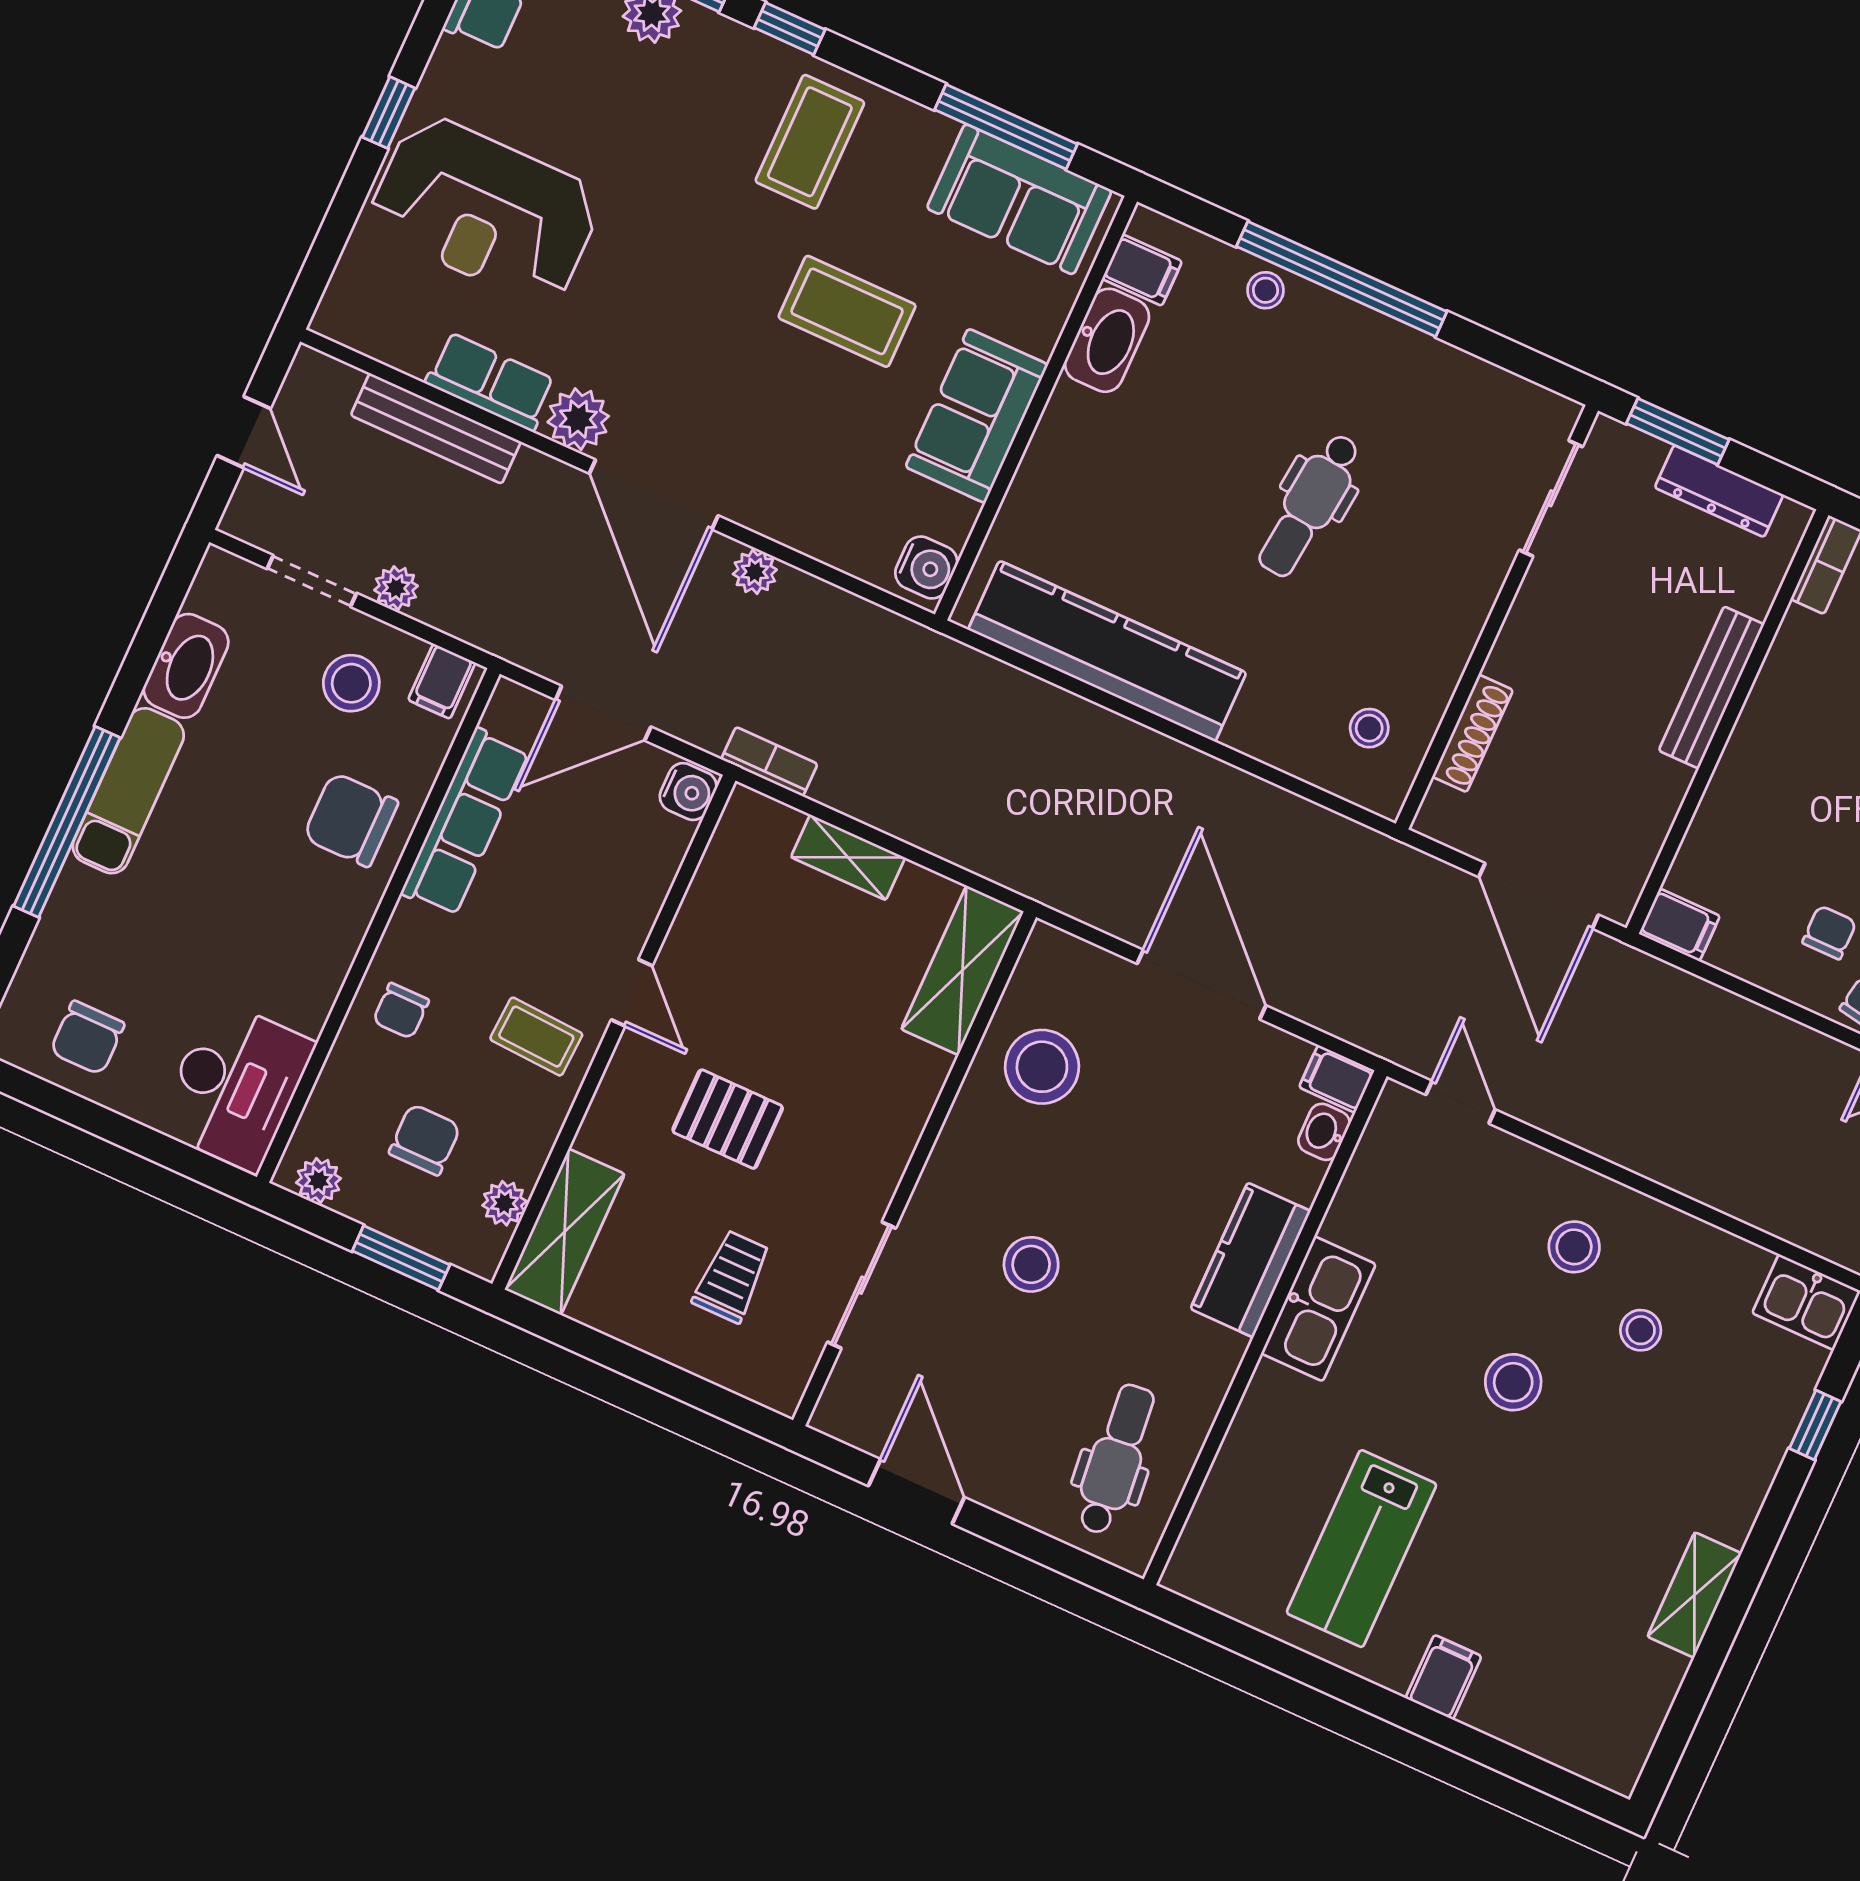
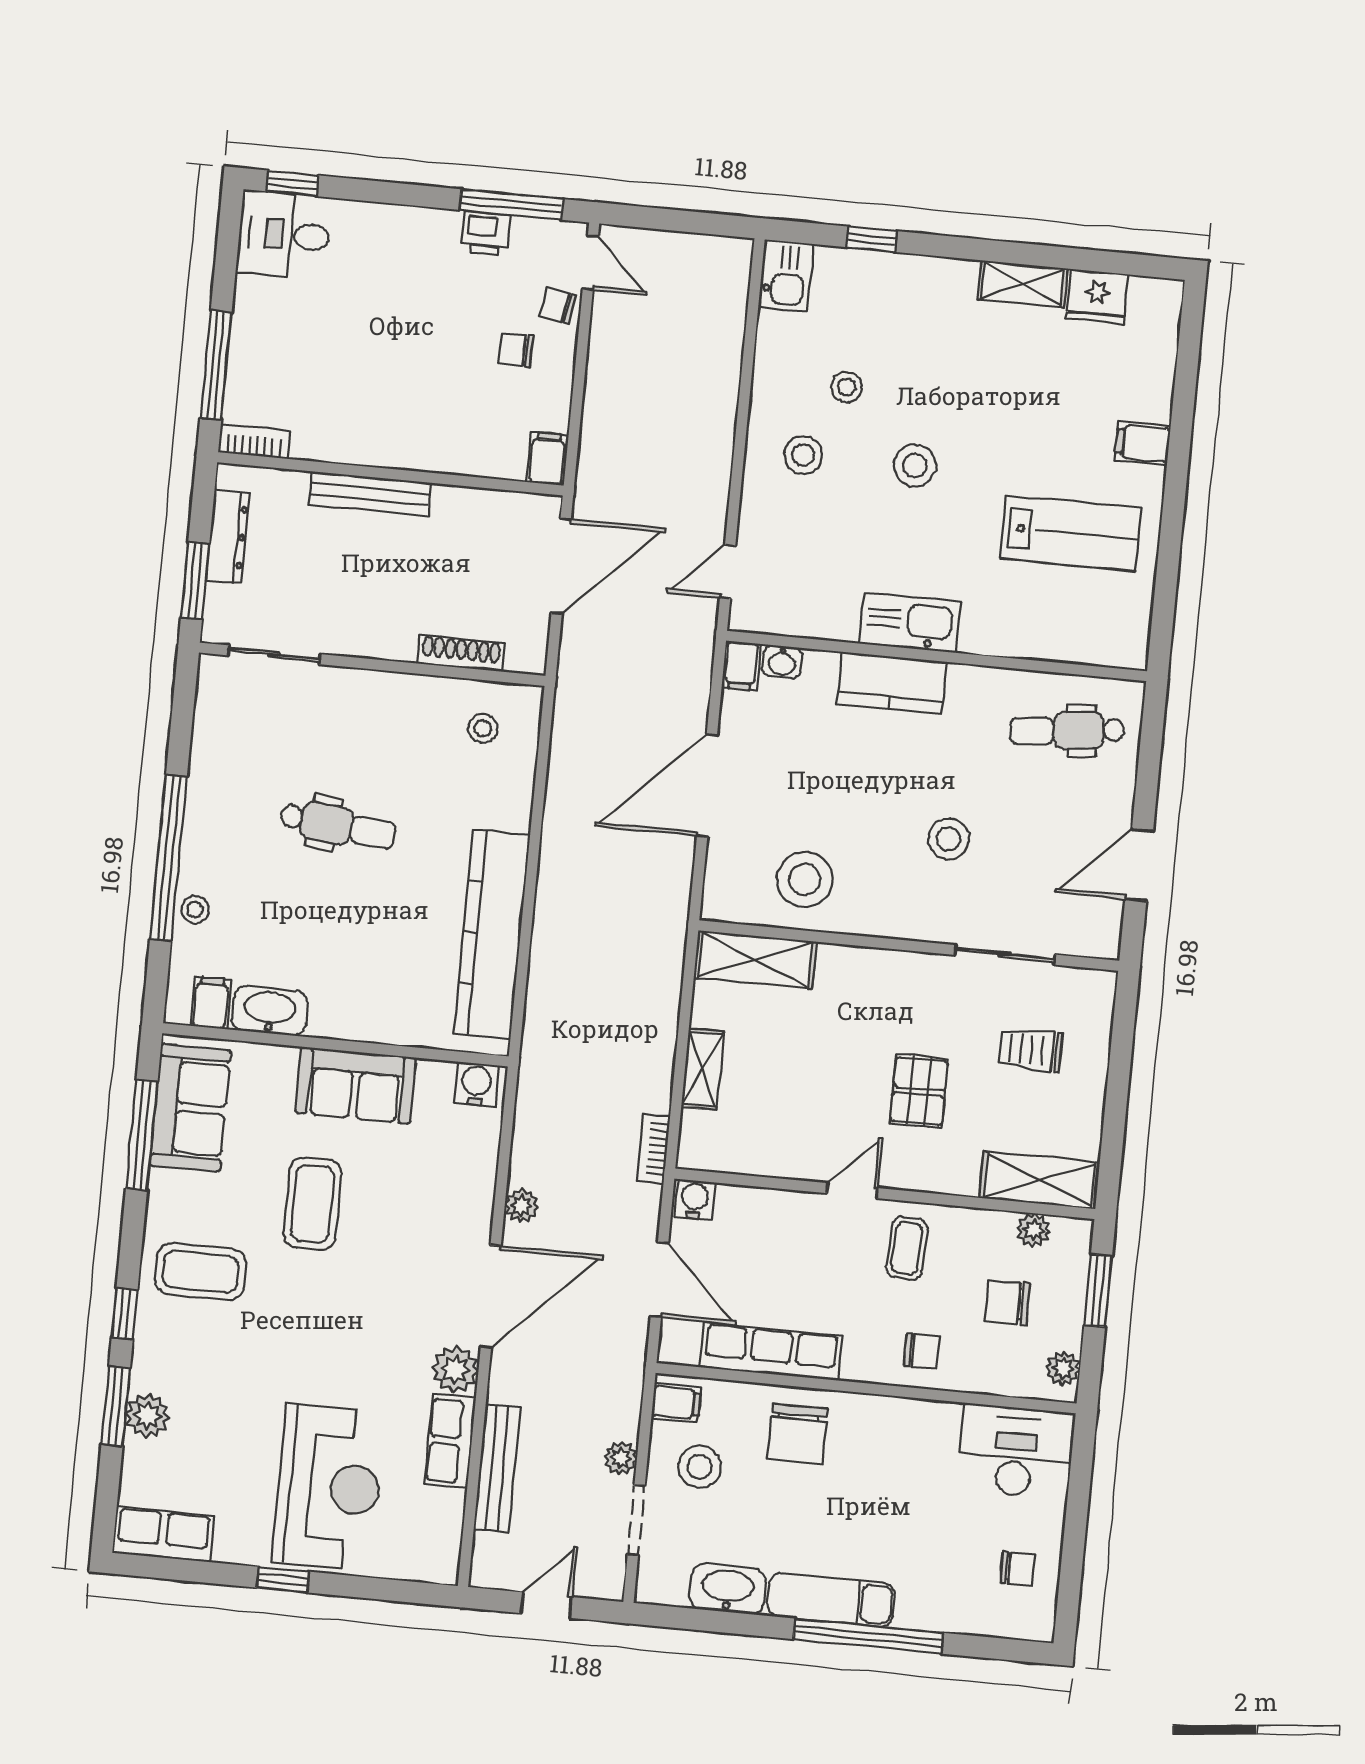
chair: (87, 1038) -> (1018, 1569), width x0.73, depth x0.73
fridge: (1647, 1683) -> (1097, 296), added

